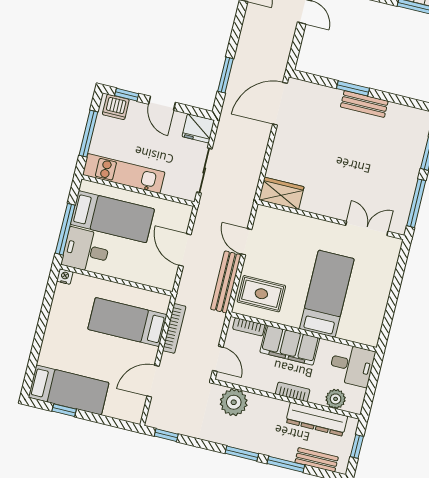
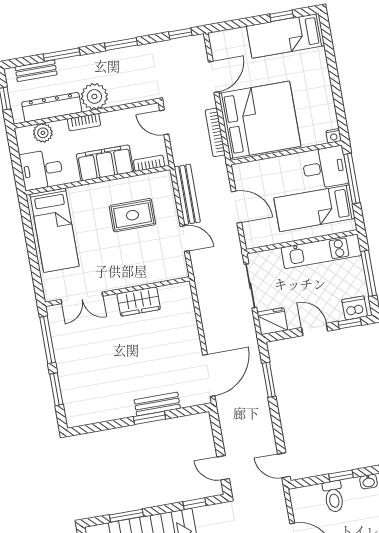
bench: (364, 104) -> (157, 404), moved
wardrobe: (281, 193) -> (139, 302), moved
rug: (261, 294) -> (132, 215), moved
bed: (327, 294) -> (55, 230), moved
bed: (127, 322) -> (260, 120), width x2.04
plant: (234, 402) -> (94, 96), moved
window: (242, 454) -> (121, 44), moved

